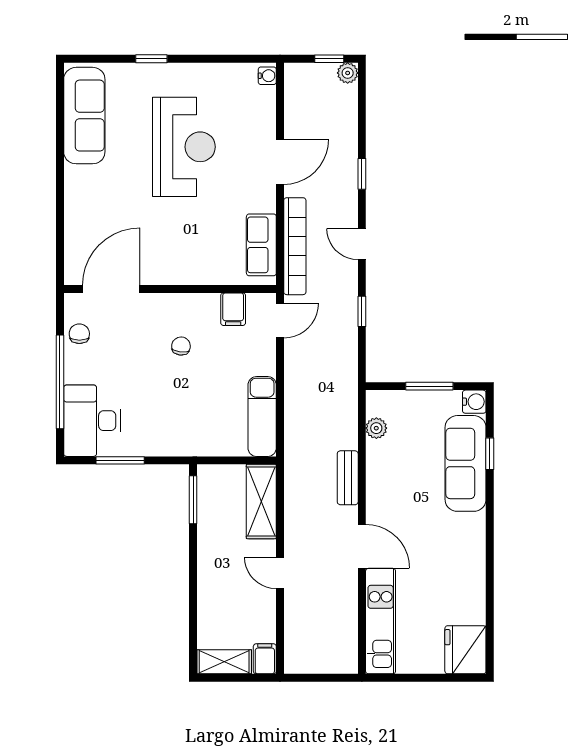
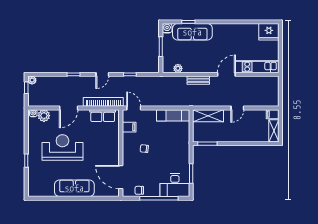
plant: (261, 102) -> (44, 116), added
sofa: (84, 116) -> (74, 188), moved
door: (280, 162) -> (69, 108), swing flipped

